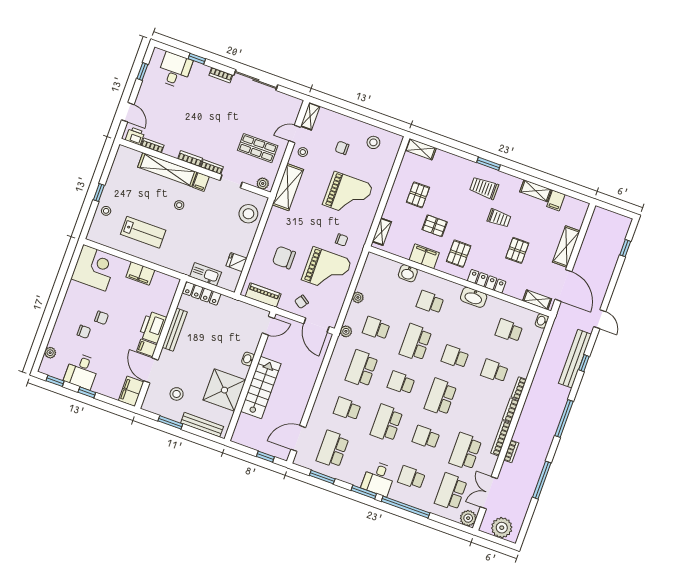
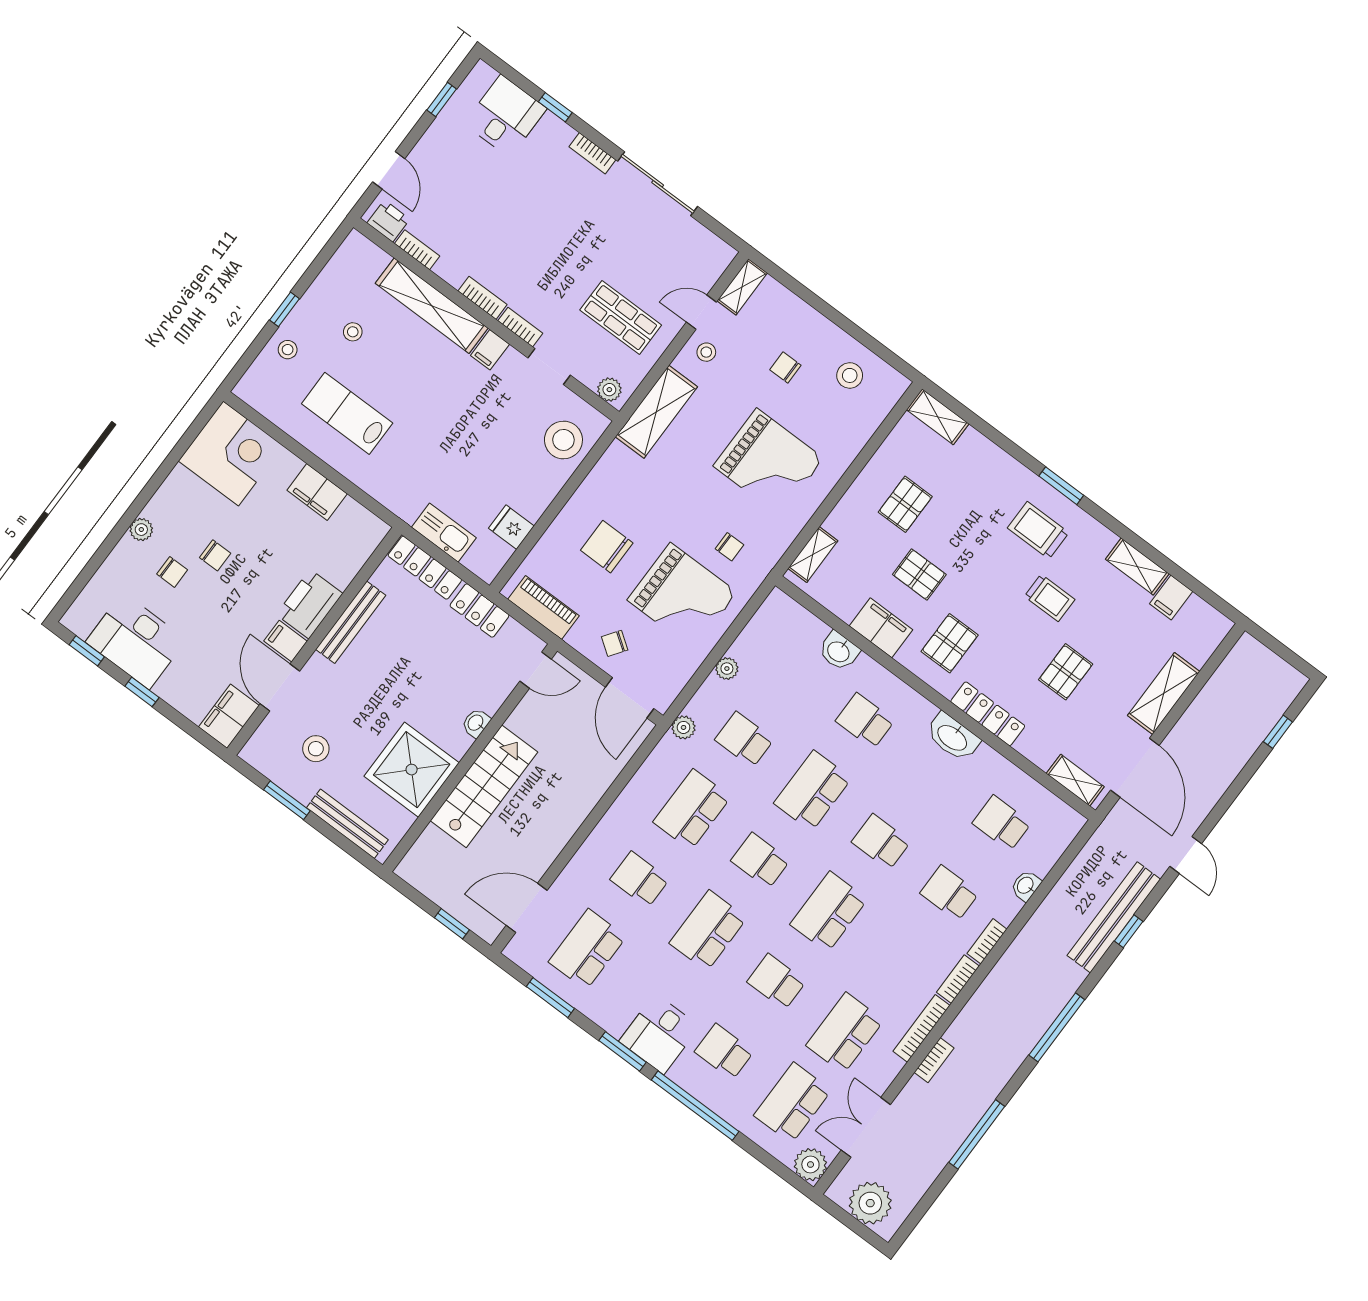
stool: (179, 205) -> (353, 332), moved
lab bench: (143, 232) -> (347, 413), turned 180
locker: (233, 306) -> (479, 610), added
washbasin: (542, 321) -> (1026, 886), moved
plant: (50, 353) -> (141, 530), moved
desk: (82, 371) -> (136, 641), width x1.37

